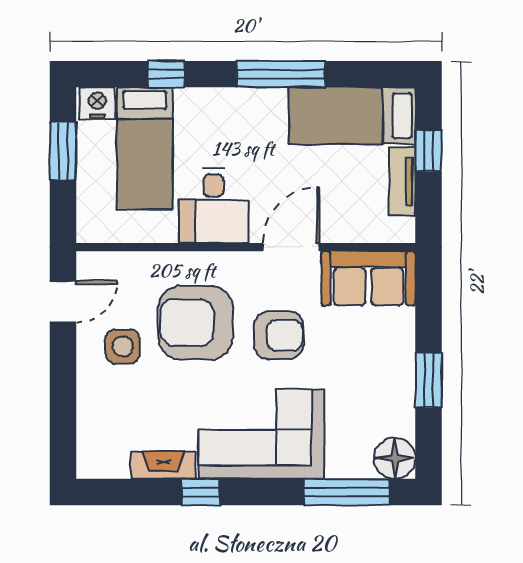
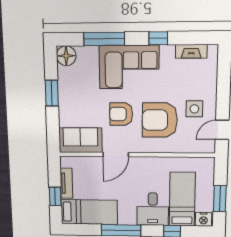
desk: (214, 206) -> (153, 209), moved, turned 180
armchair: (196, 323) -> (160, 120), turned 180
fireplace: (163, 465) -> (191, 51), moved
window: (347, 492) -> (104, 39), moved

